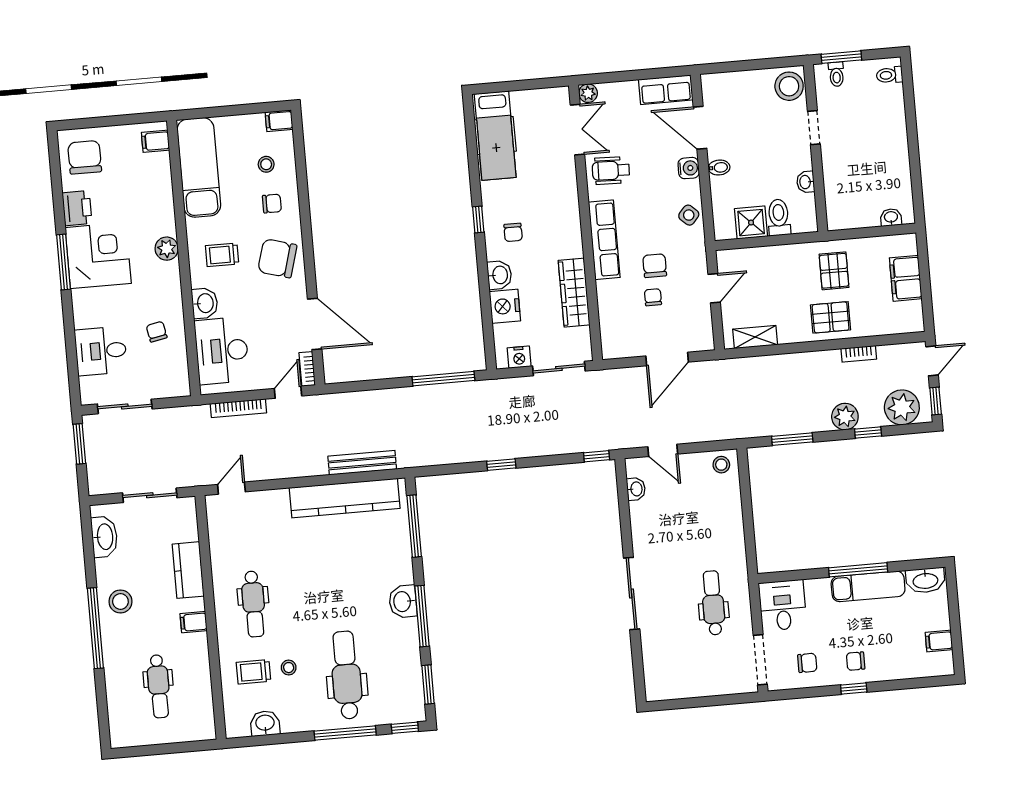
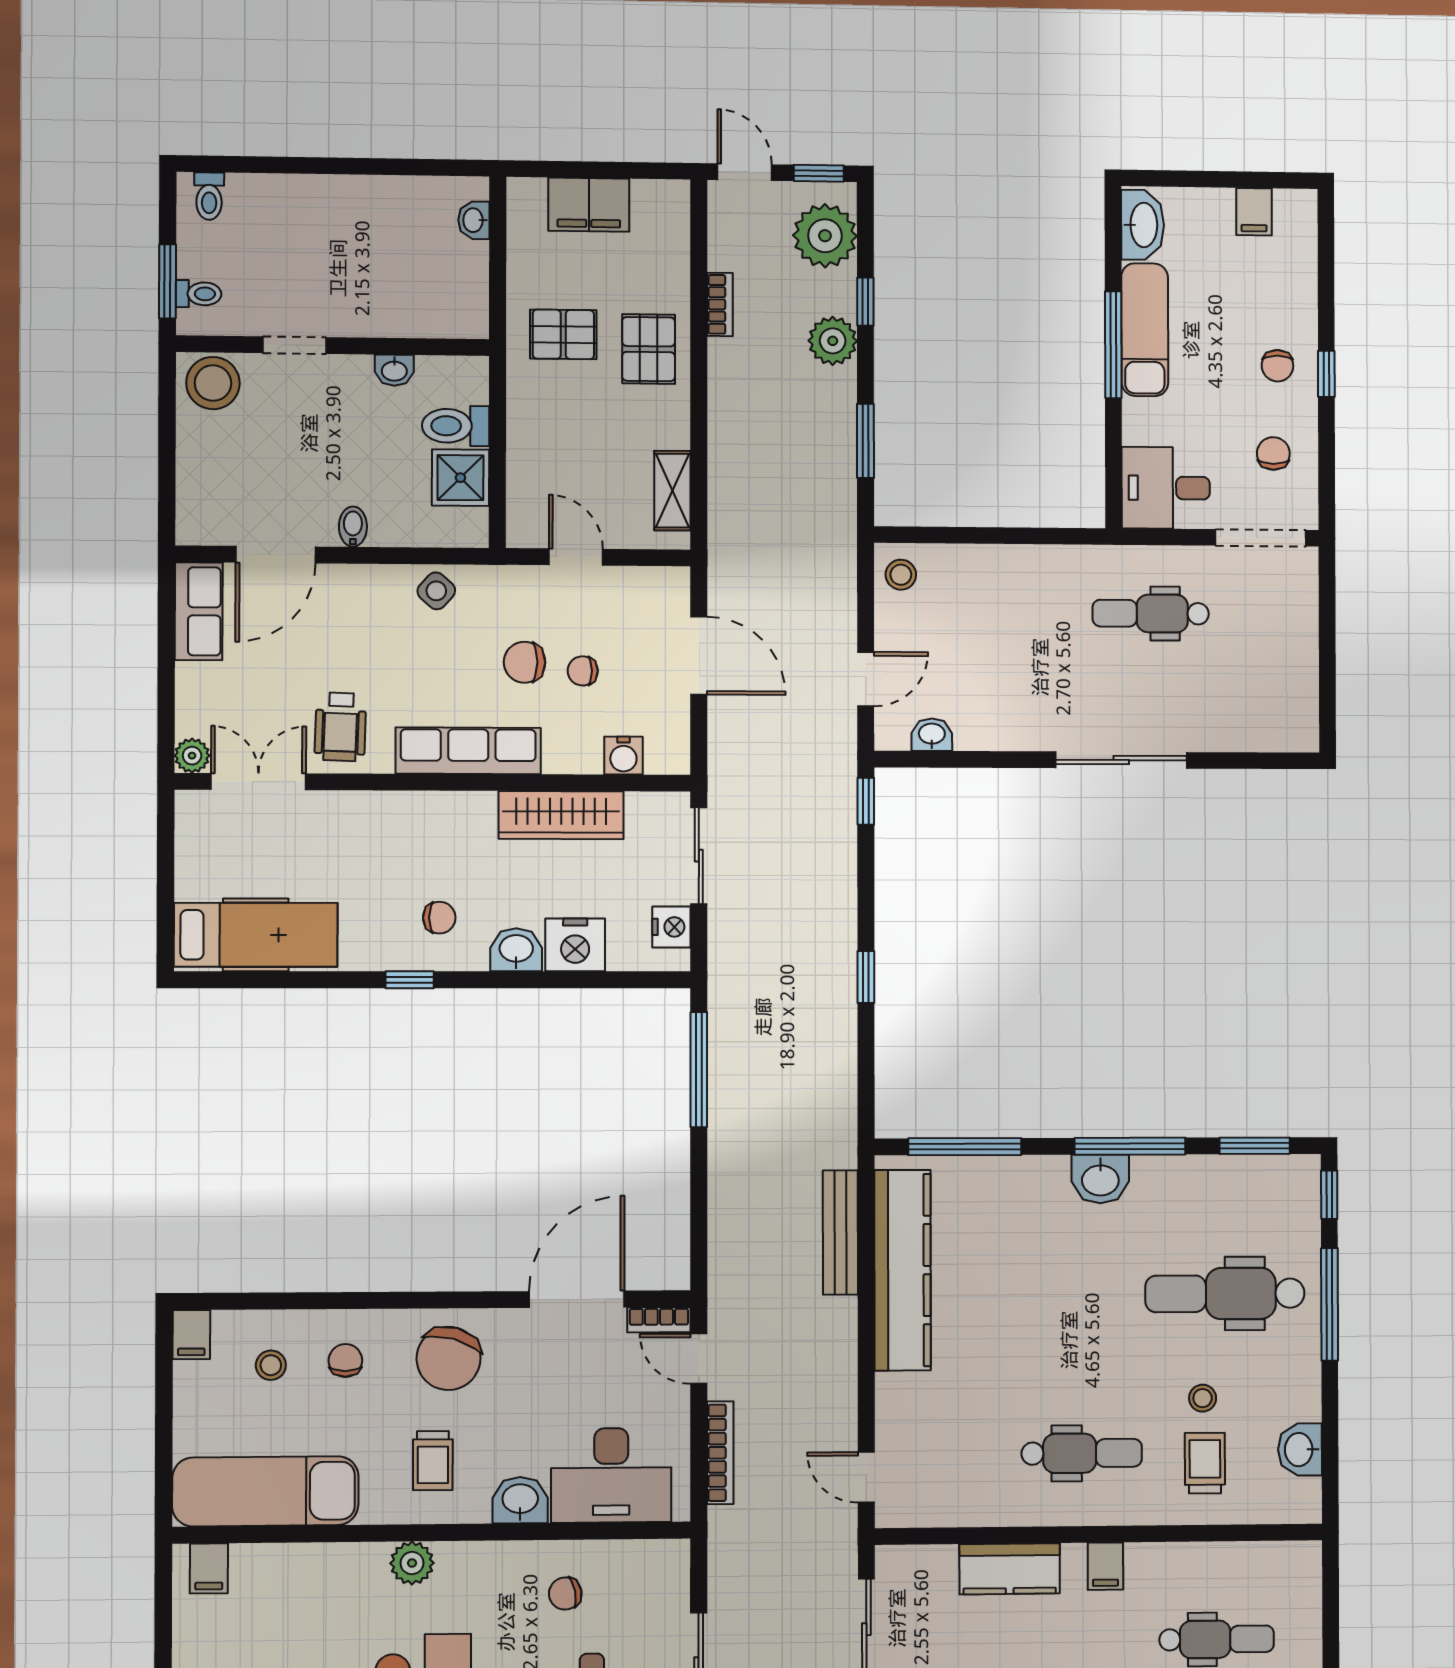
water cooler: (689, 168) -> (623, 756), moved, turned 180
trolley: (254, 672) -> (1205, 1463), turned 180

